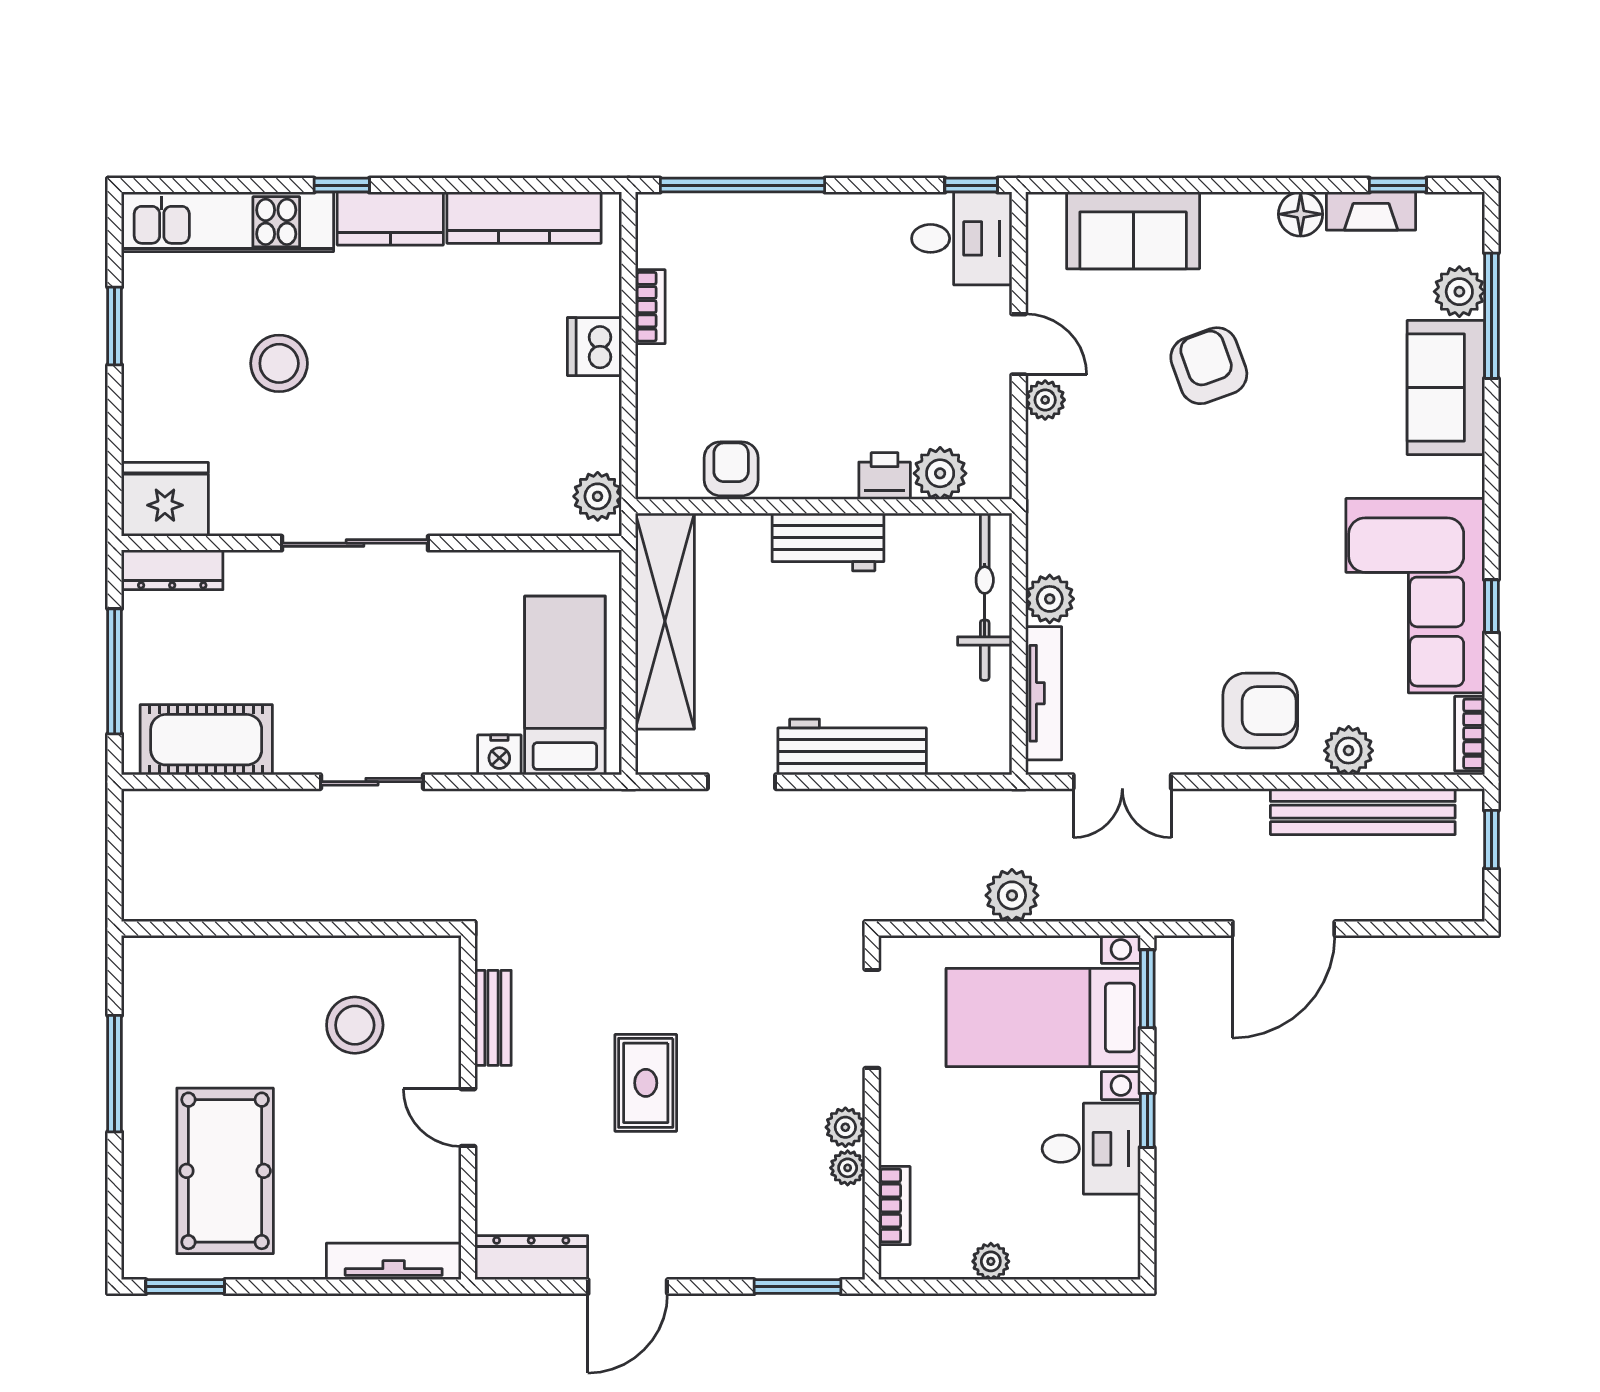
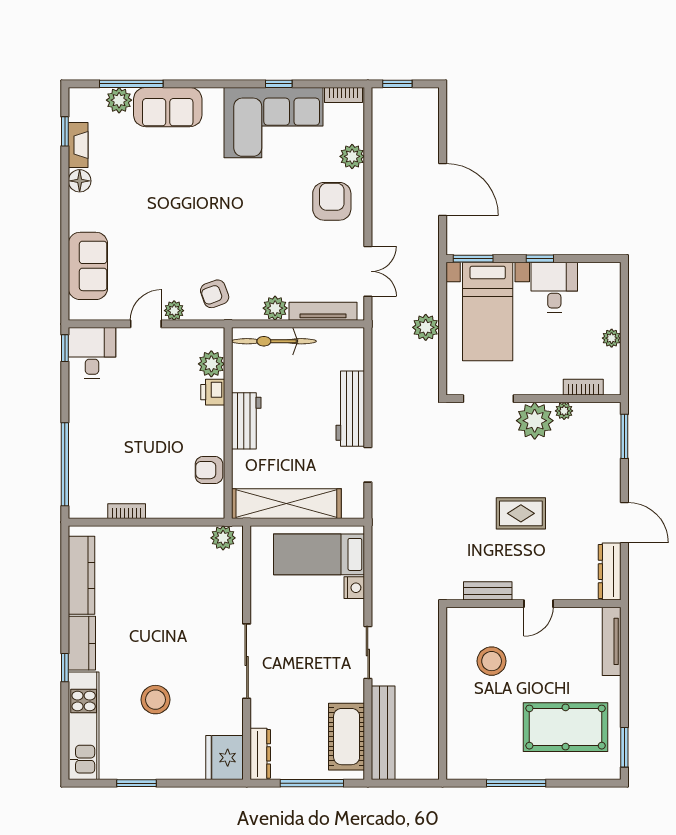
dishwasher: (595, 347) -> (147, 539), removed
armchair: (1209, 366) -> (215, 294), moved, width x0.72, depth x0.72
bench: (1363, 812) -> (383, 733), moved
plant: (845, 1127) -> (535, 421), width x1.88, depth x1.88

